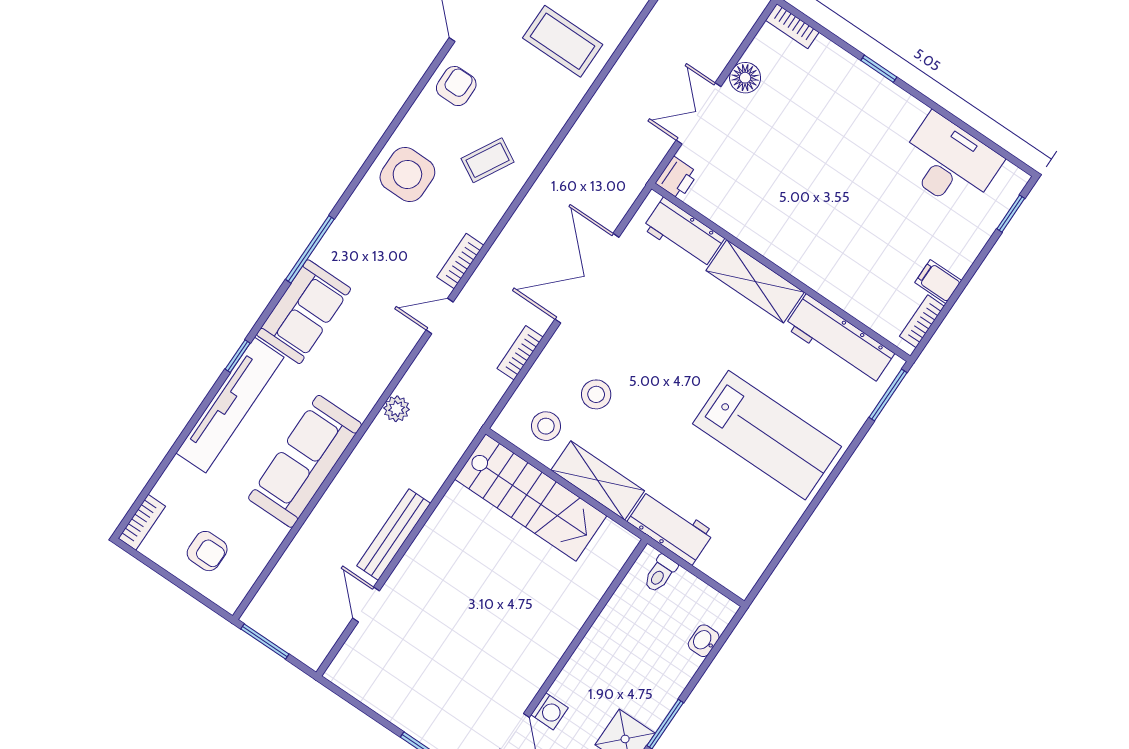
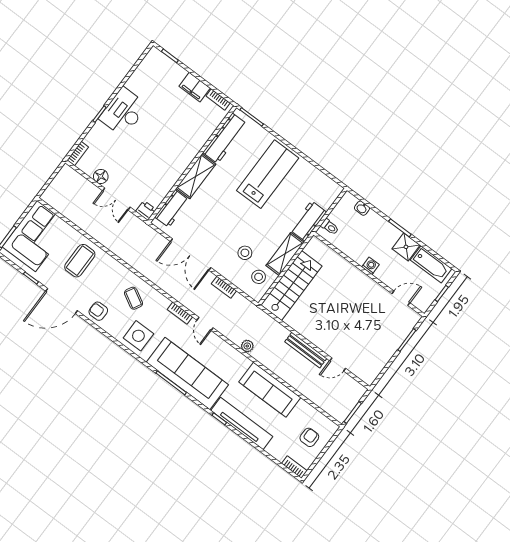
desk: (949, 163) -> (123, 112), moved
filing cabinet: (938, 282) -> (195, 87), width x2.00
sofa: (304, 312) -> (187, 374), width x1.85, depth x1.27
washing machine: (550, 711) -> (370, 266), moved

